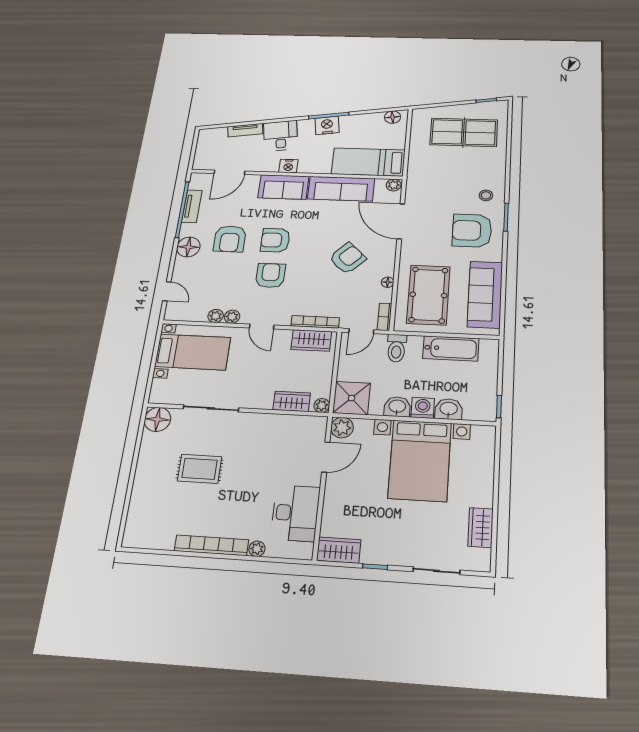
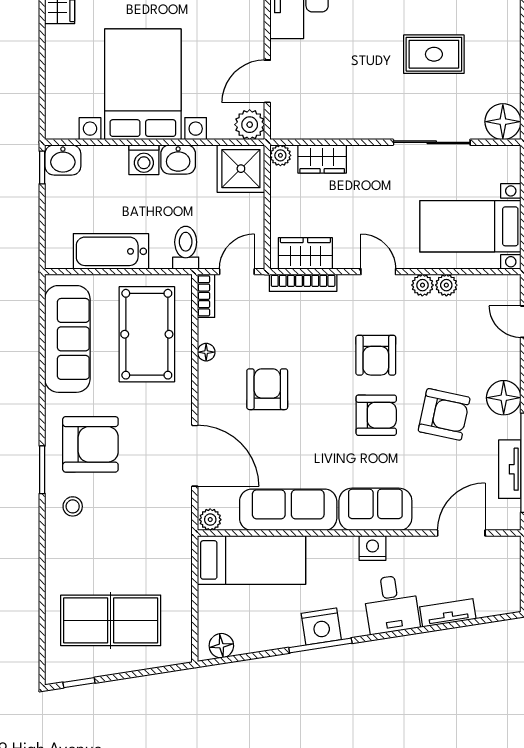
armchair: (230, 239) -> (444, 414), turned 102
armchair: (347, 258) -> (267, 389), turned 136
washbasin: (449, 409) -> (63, 160), moved

